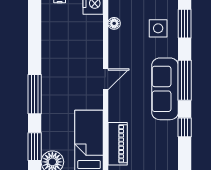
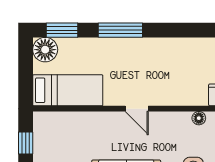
piano: (118, 144) -> (65, 122), removed

